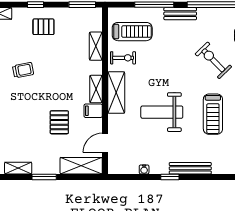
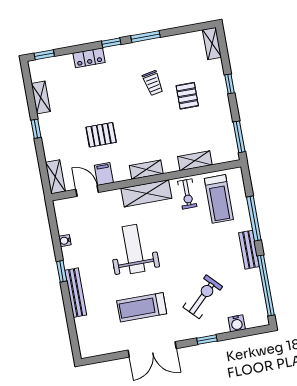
pallet: (43, 27) -> (187, 96), moved
filing cabinet: (93, 111) -> (104, 174), moved
shelving: (81, 166) -> (55, 177), width x0.67, depth x0.75
window: (44, 177) -> (36, 129), width x0.67

